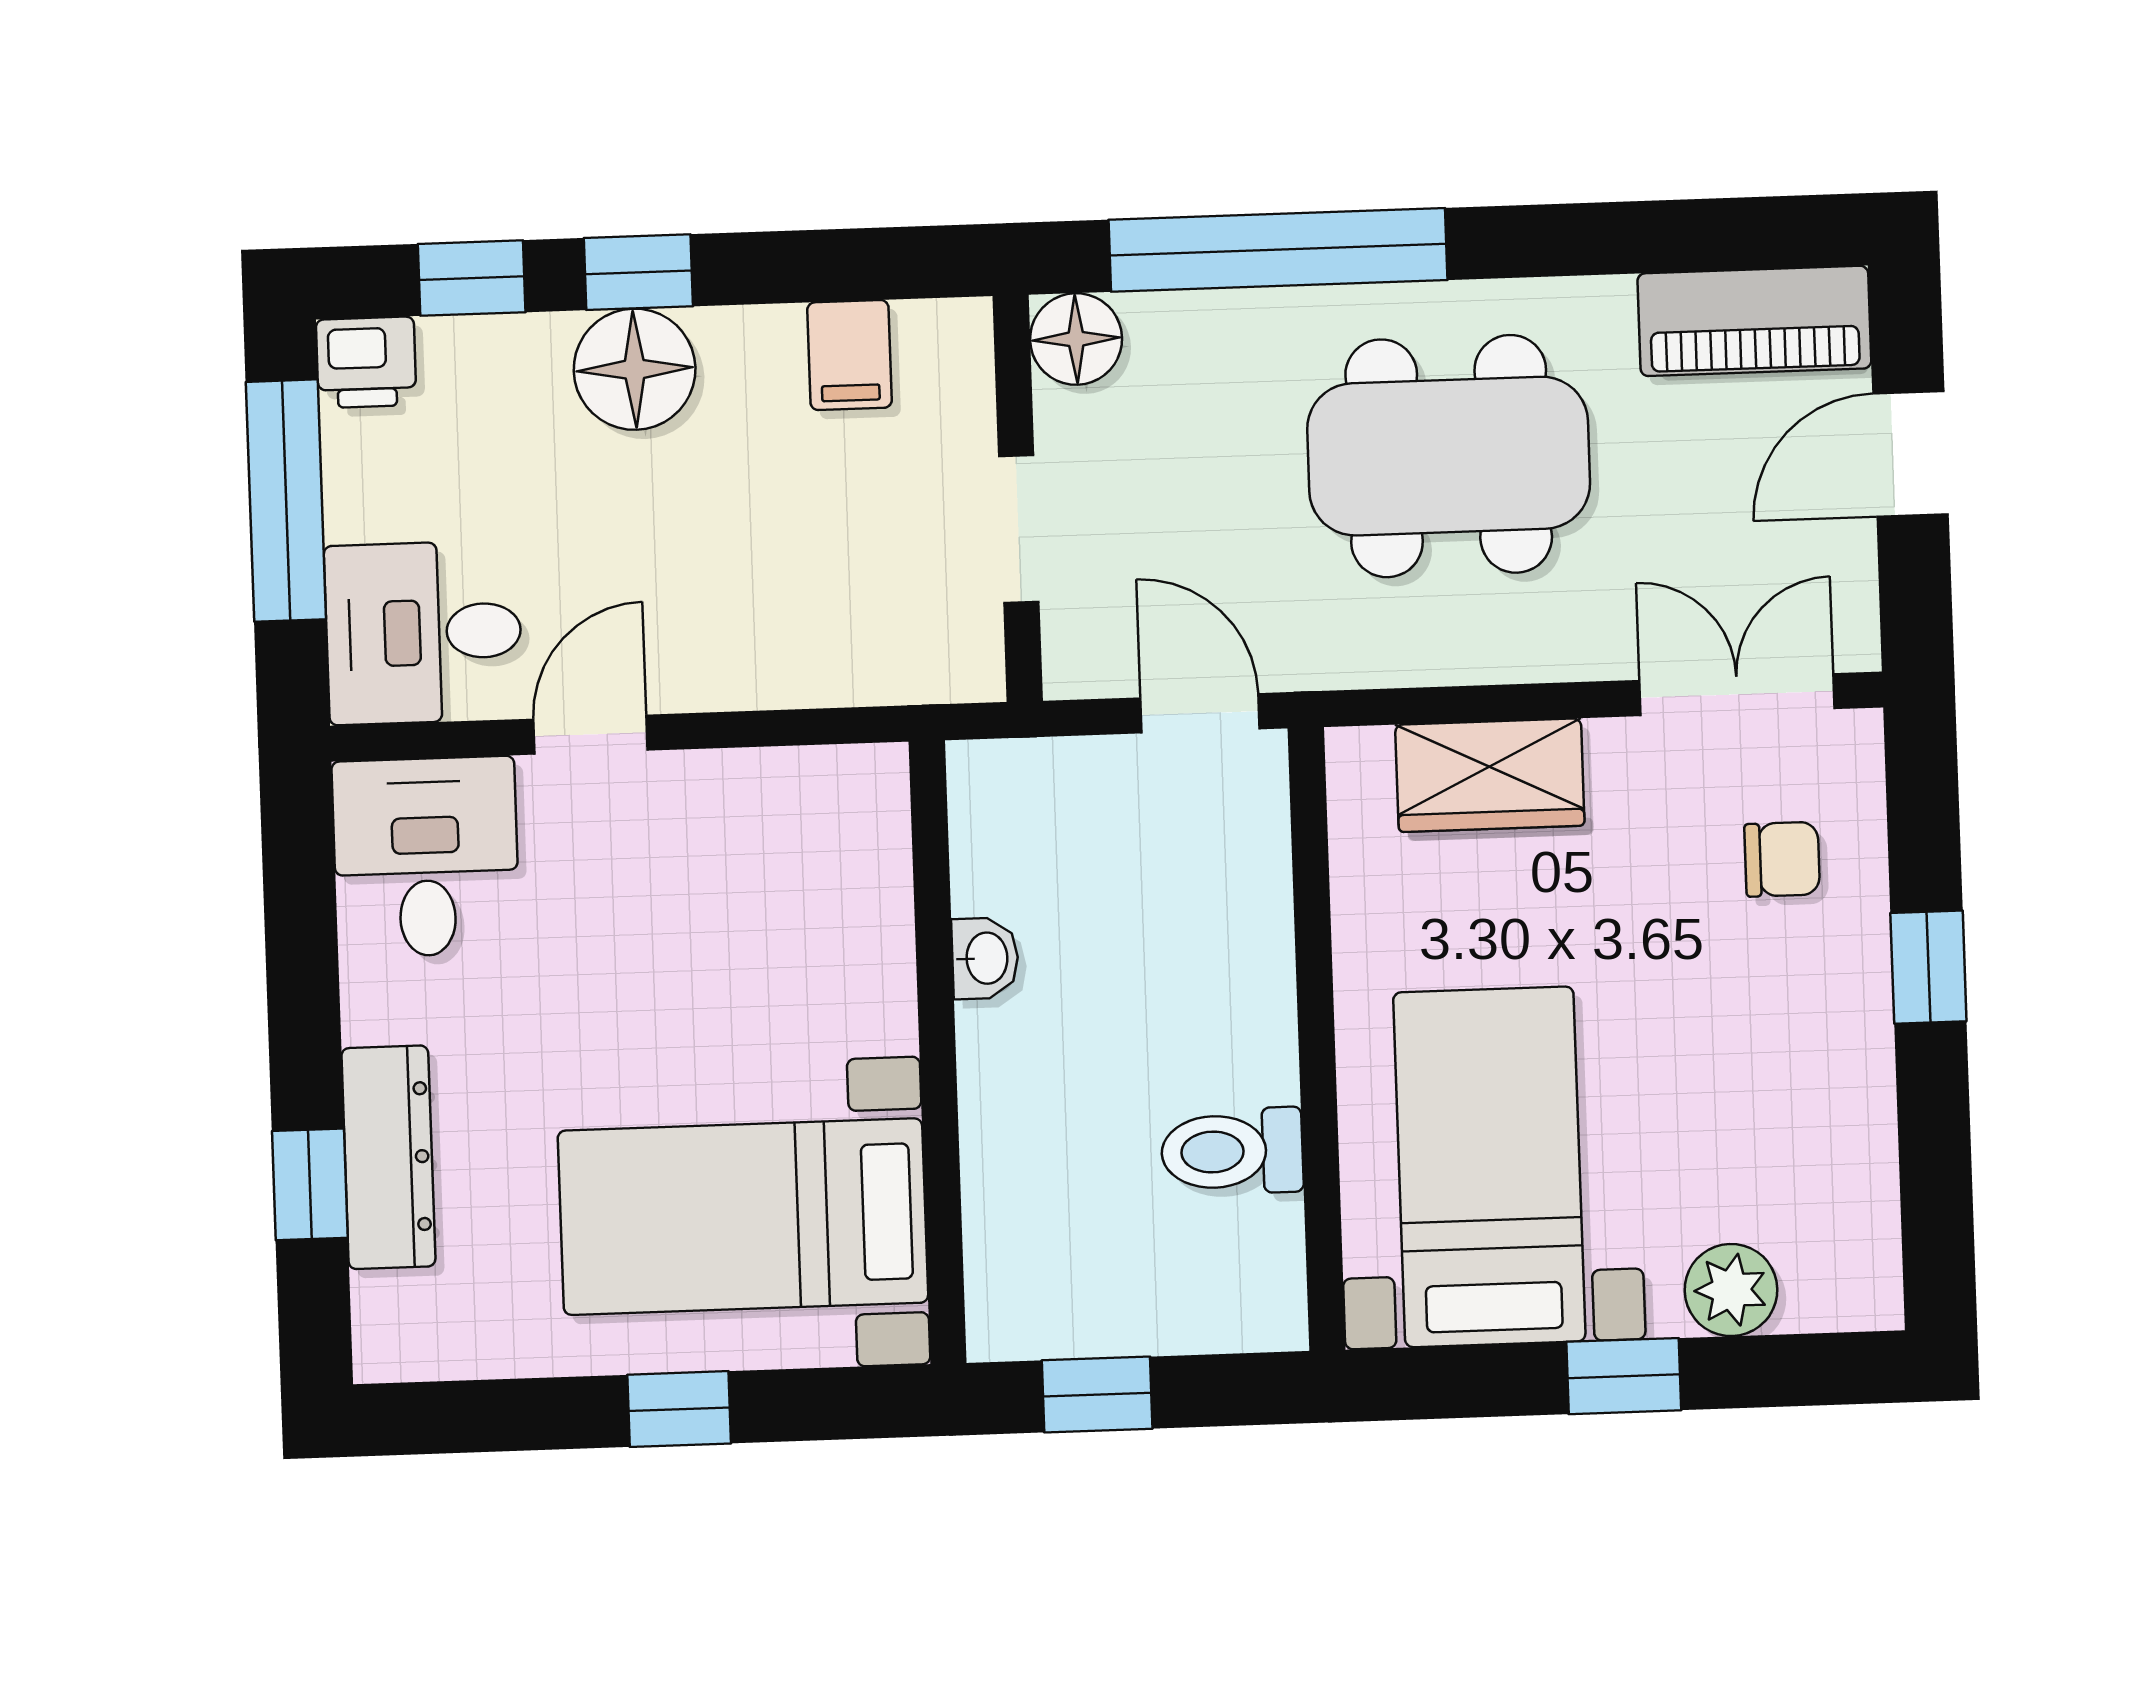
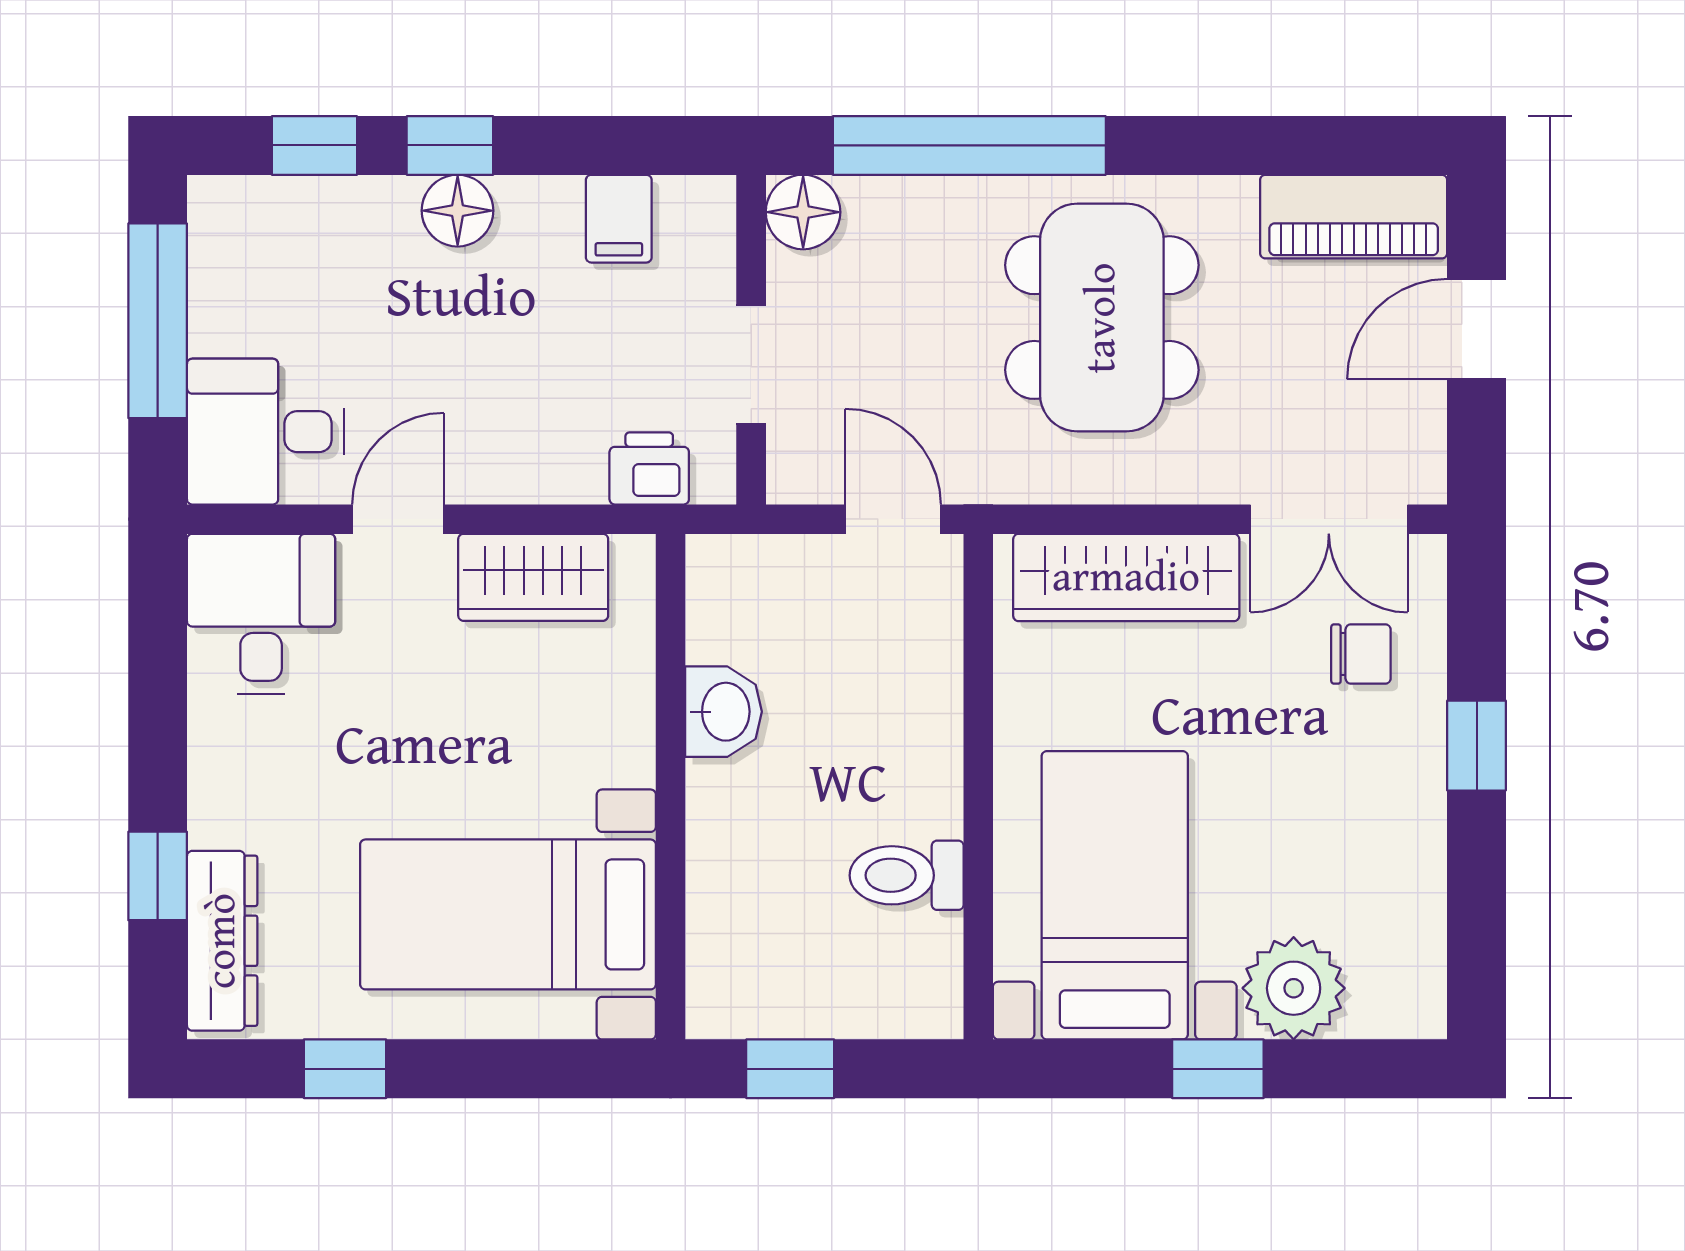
printer: (366, 362) -> (649, 468), moved, turned 180
floor lamp: (635, 369) -> (458, 211), width x0.73, depth x0.73
dining table: (1449, 456) -> (1102, 318), turned 90
double door: (1737, 695) -> (1329, 519), swing flipped
wardrobe: (1490, 775) -> (1126, 578), width x1.50
wardrobe: (760, 800) -> (533, 577), added
washbasin: (985, 958) -> (723, 712), width x1.38, depth x1.45
dresser: (388, 1157) -> (222, 941), moved
plant: (1731, 1290) -> (1294, 988), width x1.36, depth x1.36
window: (679, 1409) -> (345, 1069), moved

